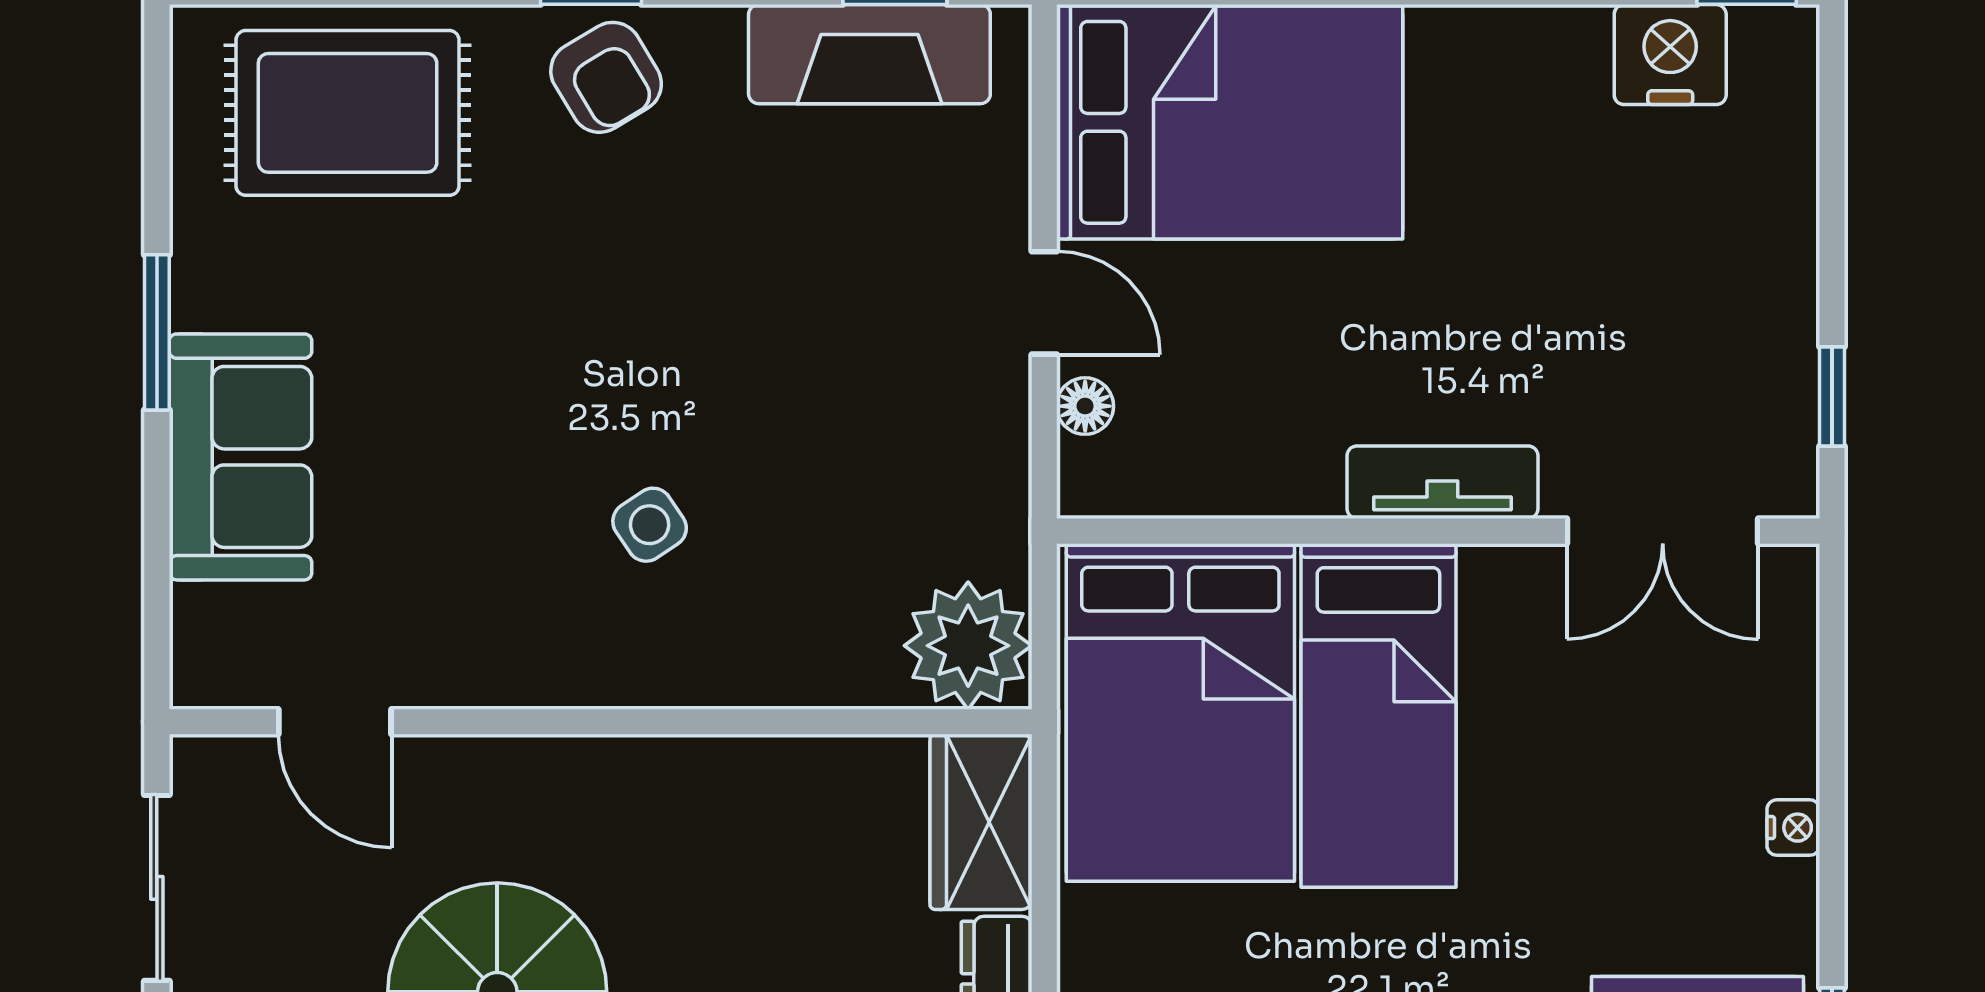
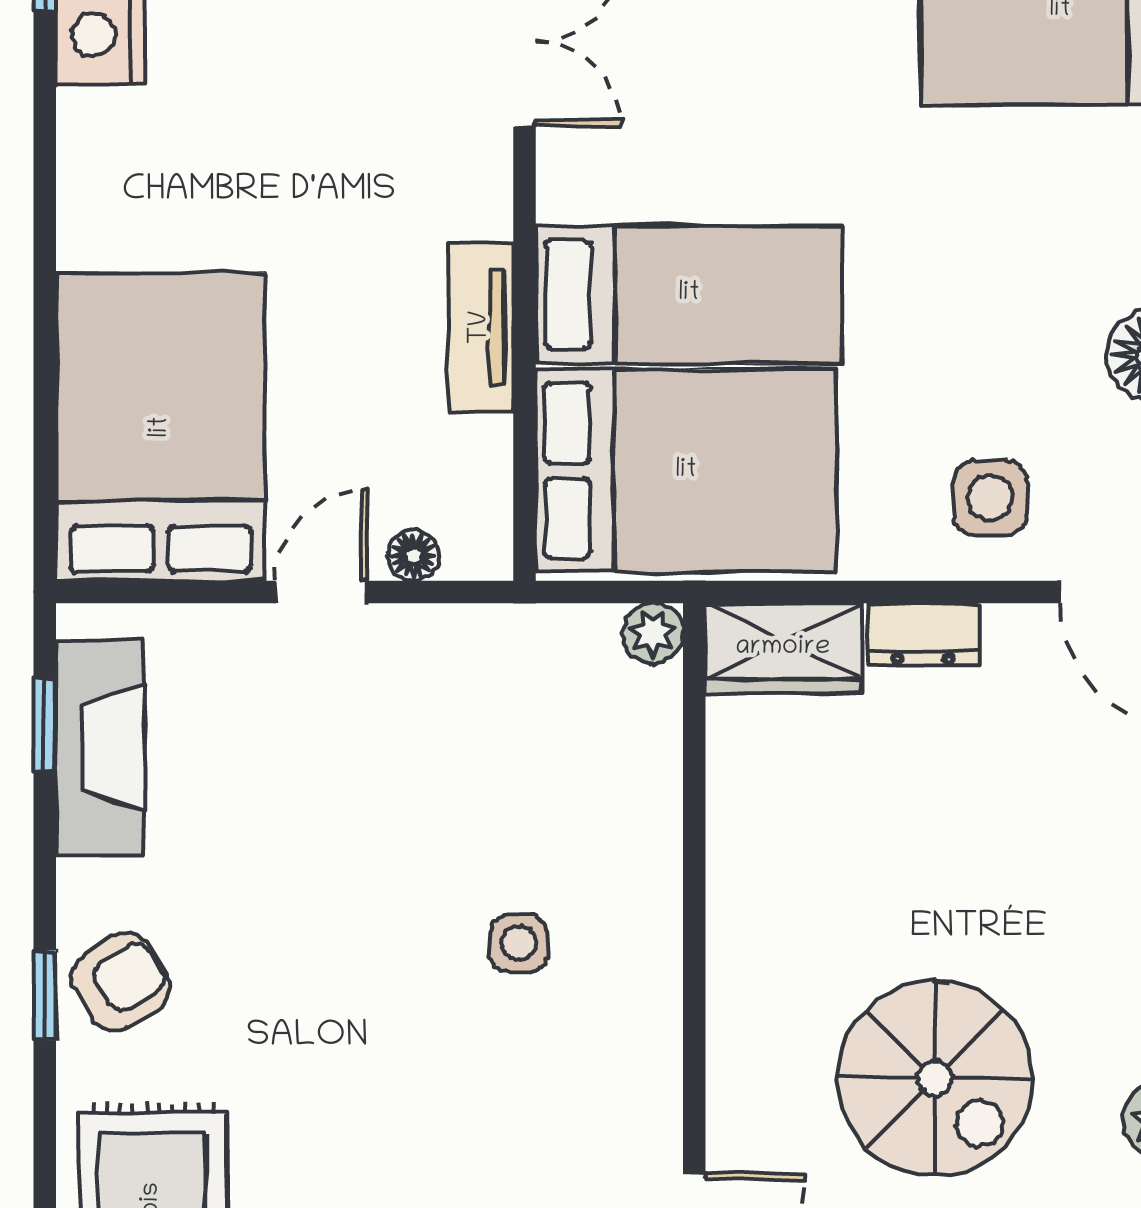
tv unit: (1442, 482) -> (481, 327), moved
side table: (650, 525) -> (519, 943), turned 34
plant: (968, 646) -> (653, 633), width x0.53, depth x0.53

